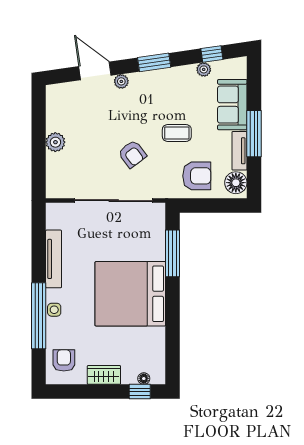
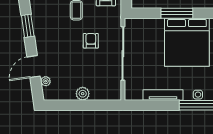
plant: (121, 81) -> (46, 81), moved
armchair: (132, 154) -> (91, 41), turned -53
window: (173, 253) -> (177, 13), moved

